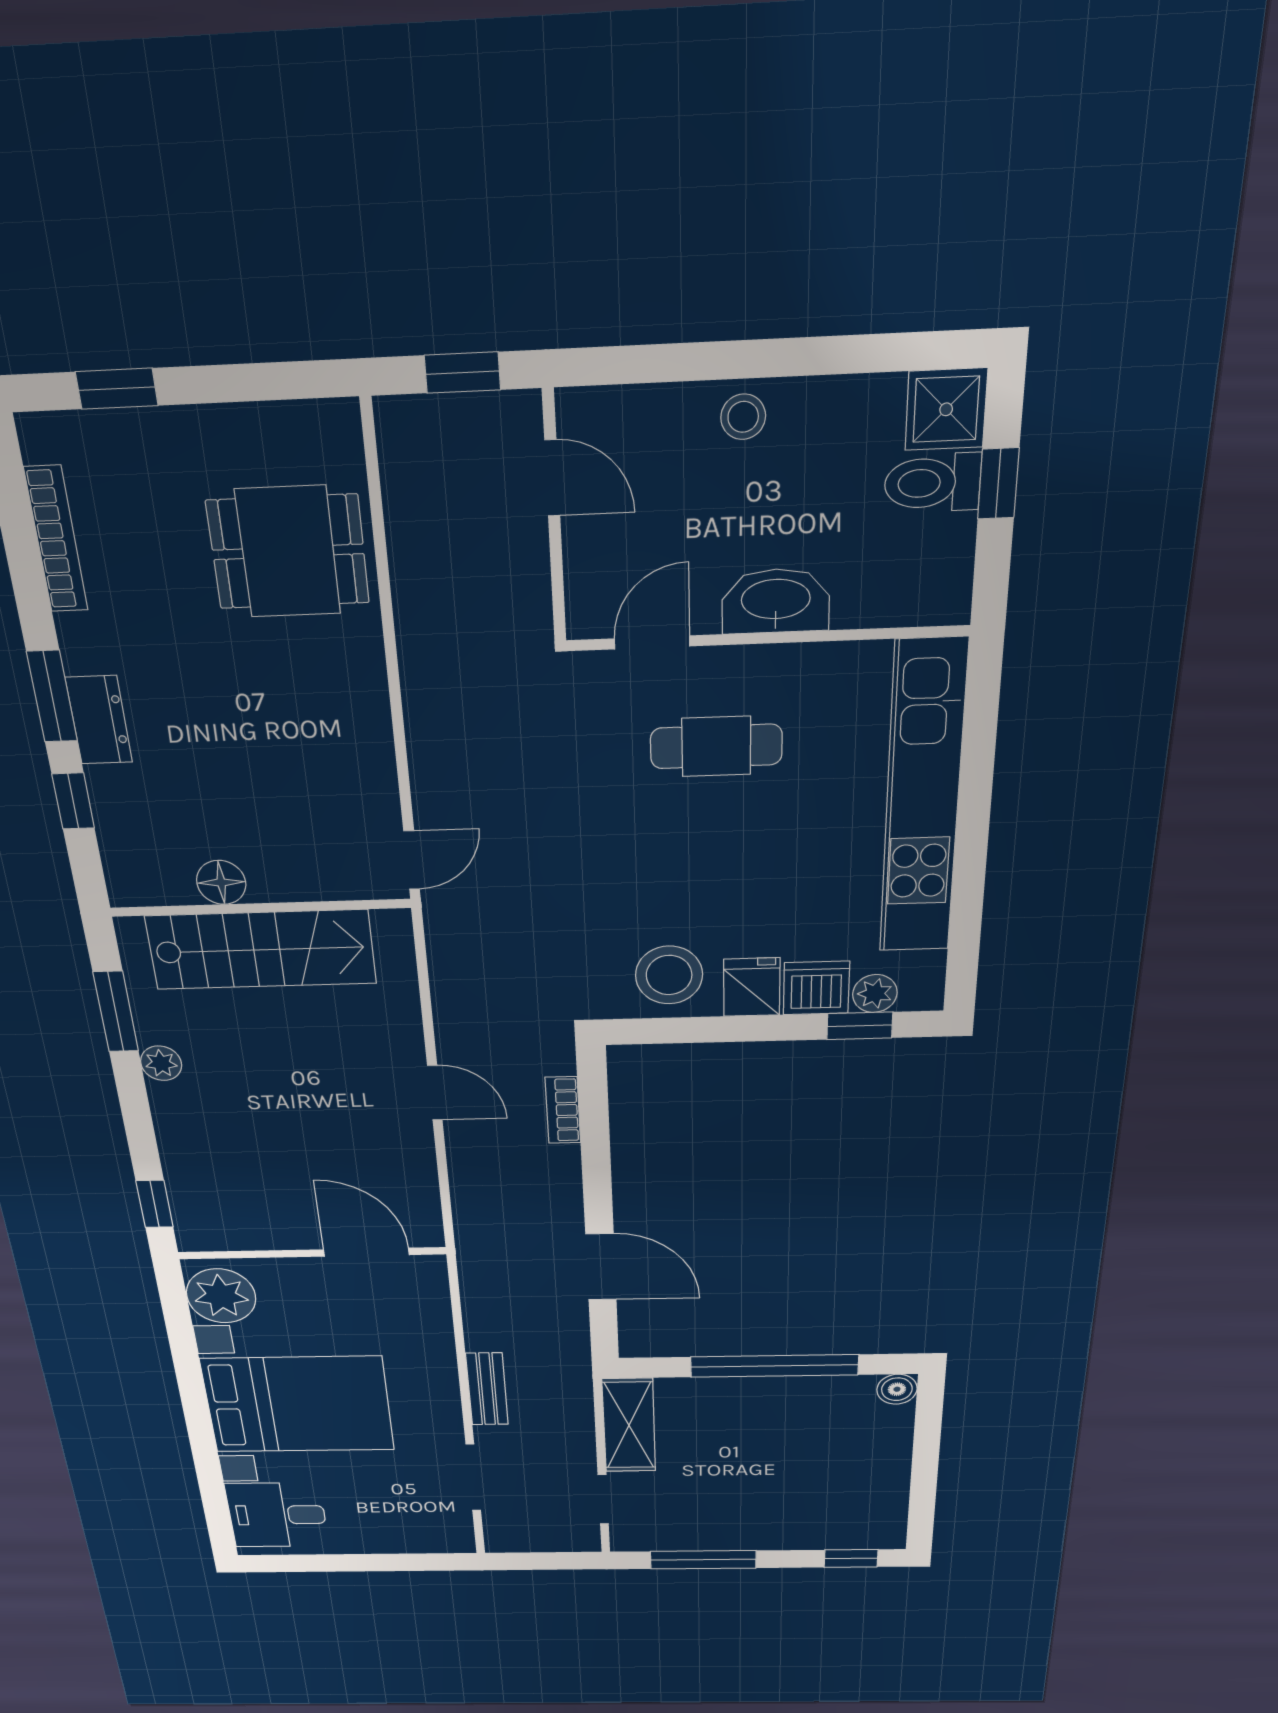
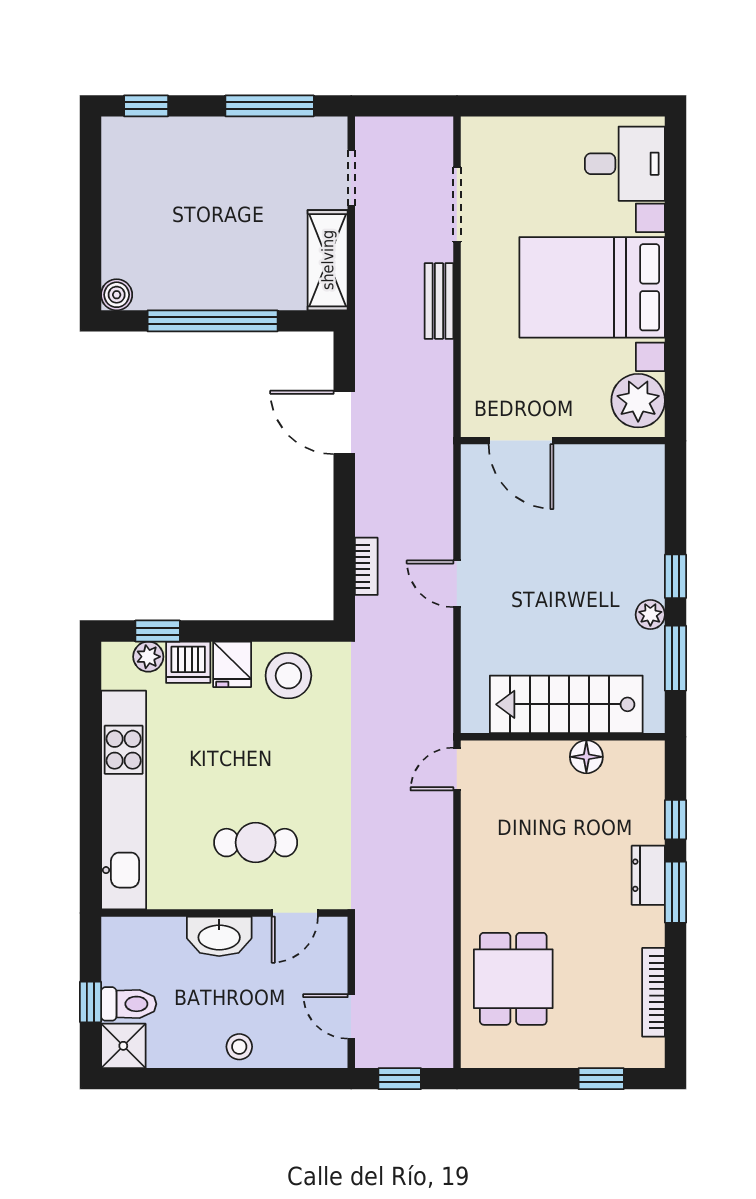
dining table: (288, 552) -> (513, 979), turned 90
window: (155, 1204) -> (675, 576), moved

